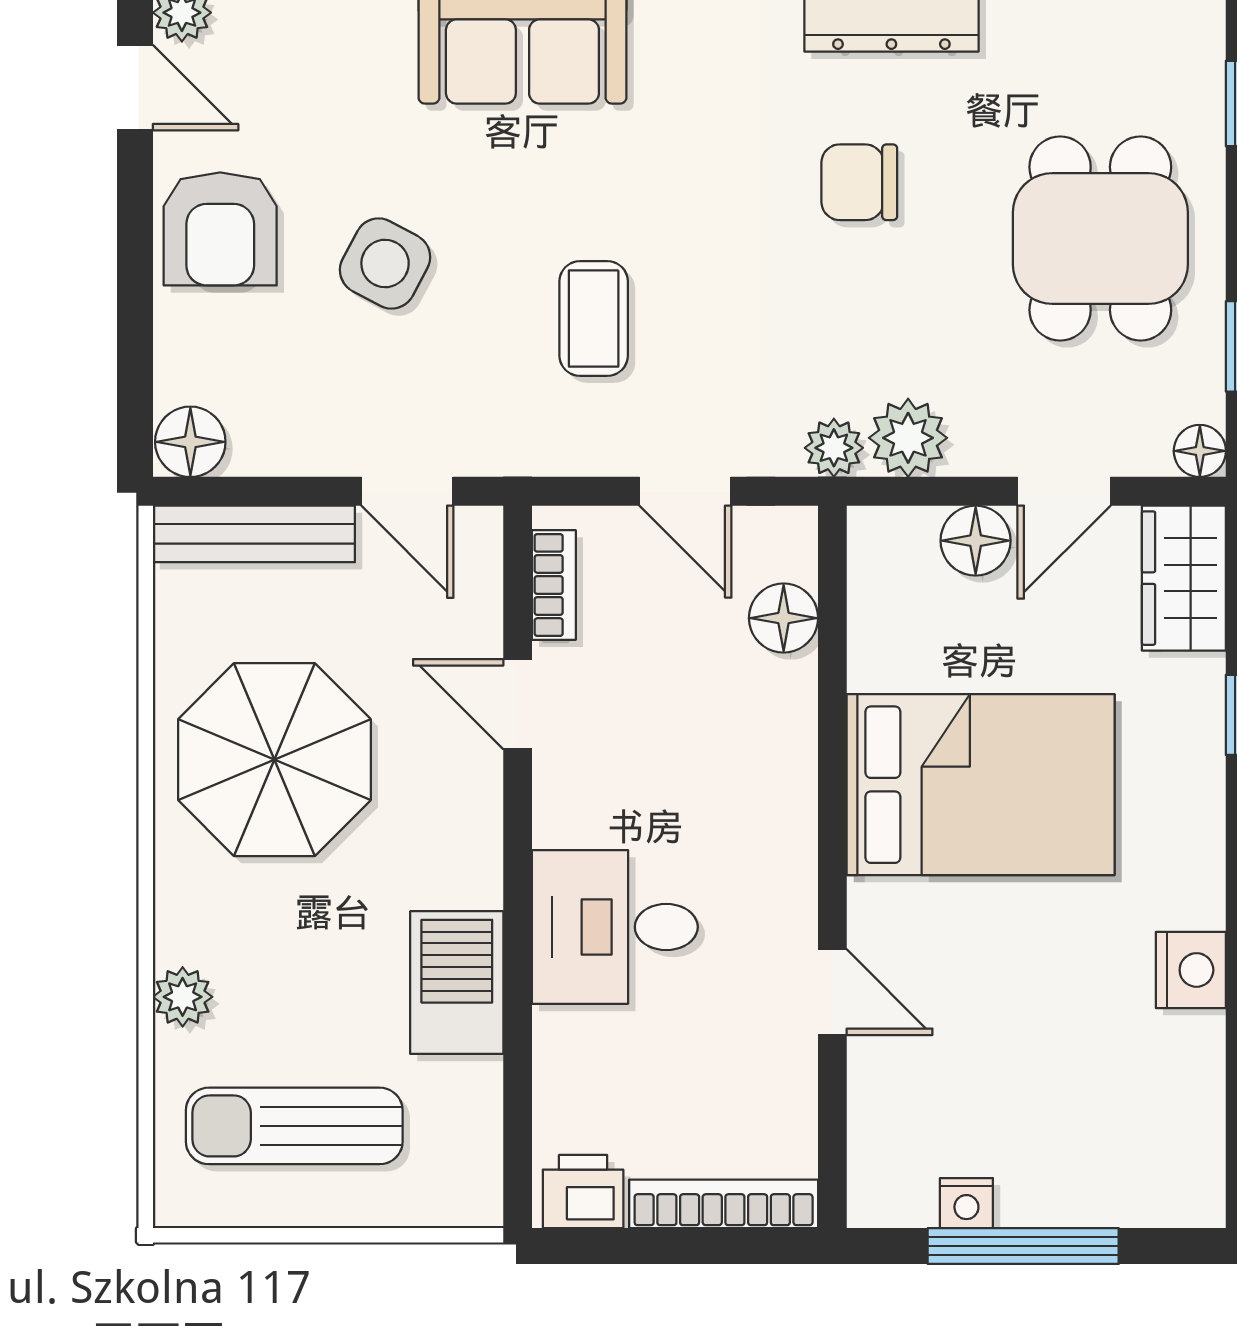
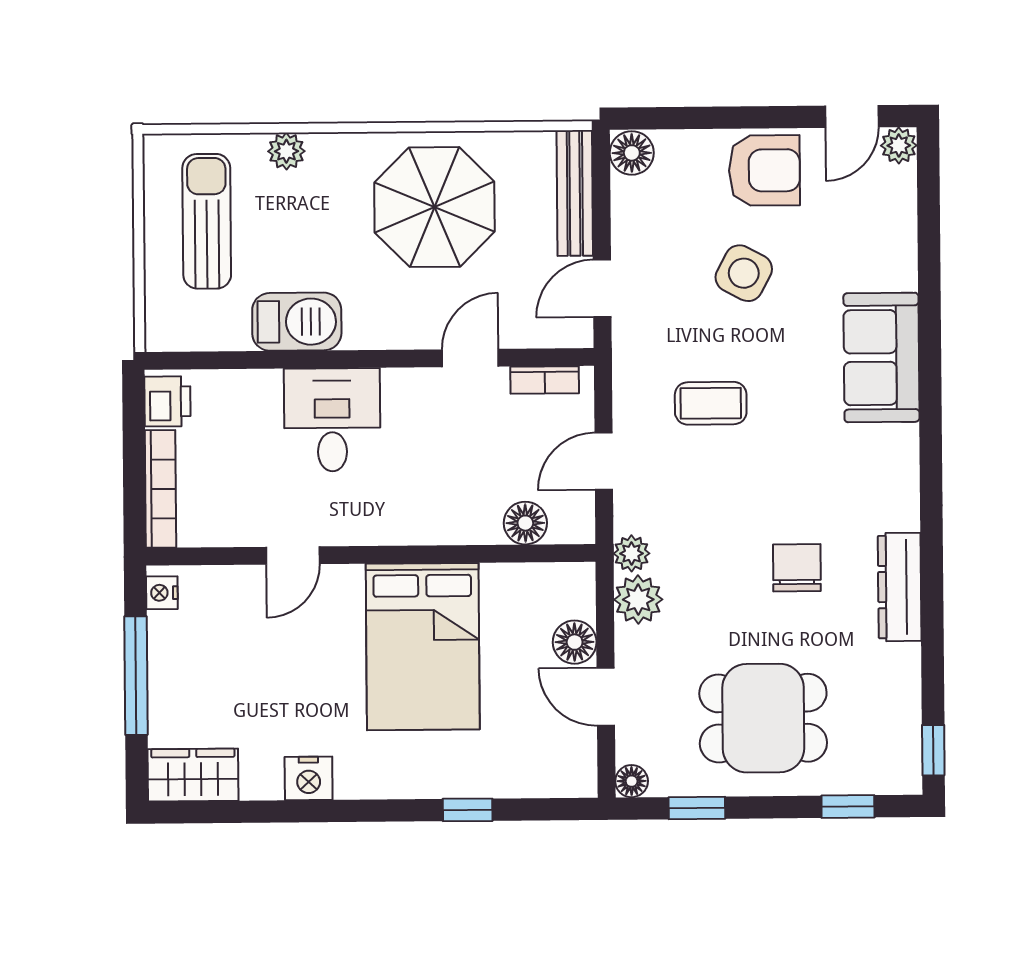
armchair: (220, 229) -> (764, 170), turned 180
wardrobe: (1184, 578) -> (193, 775), moved
nightstand: (966, 1203) -> (162, 593), moved

